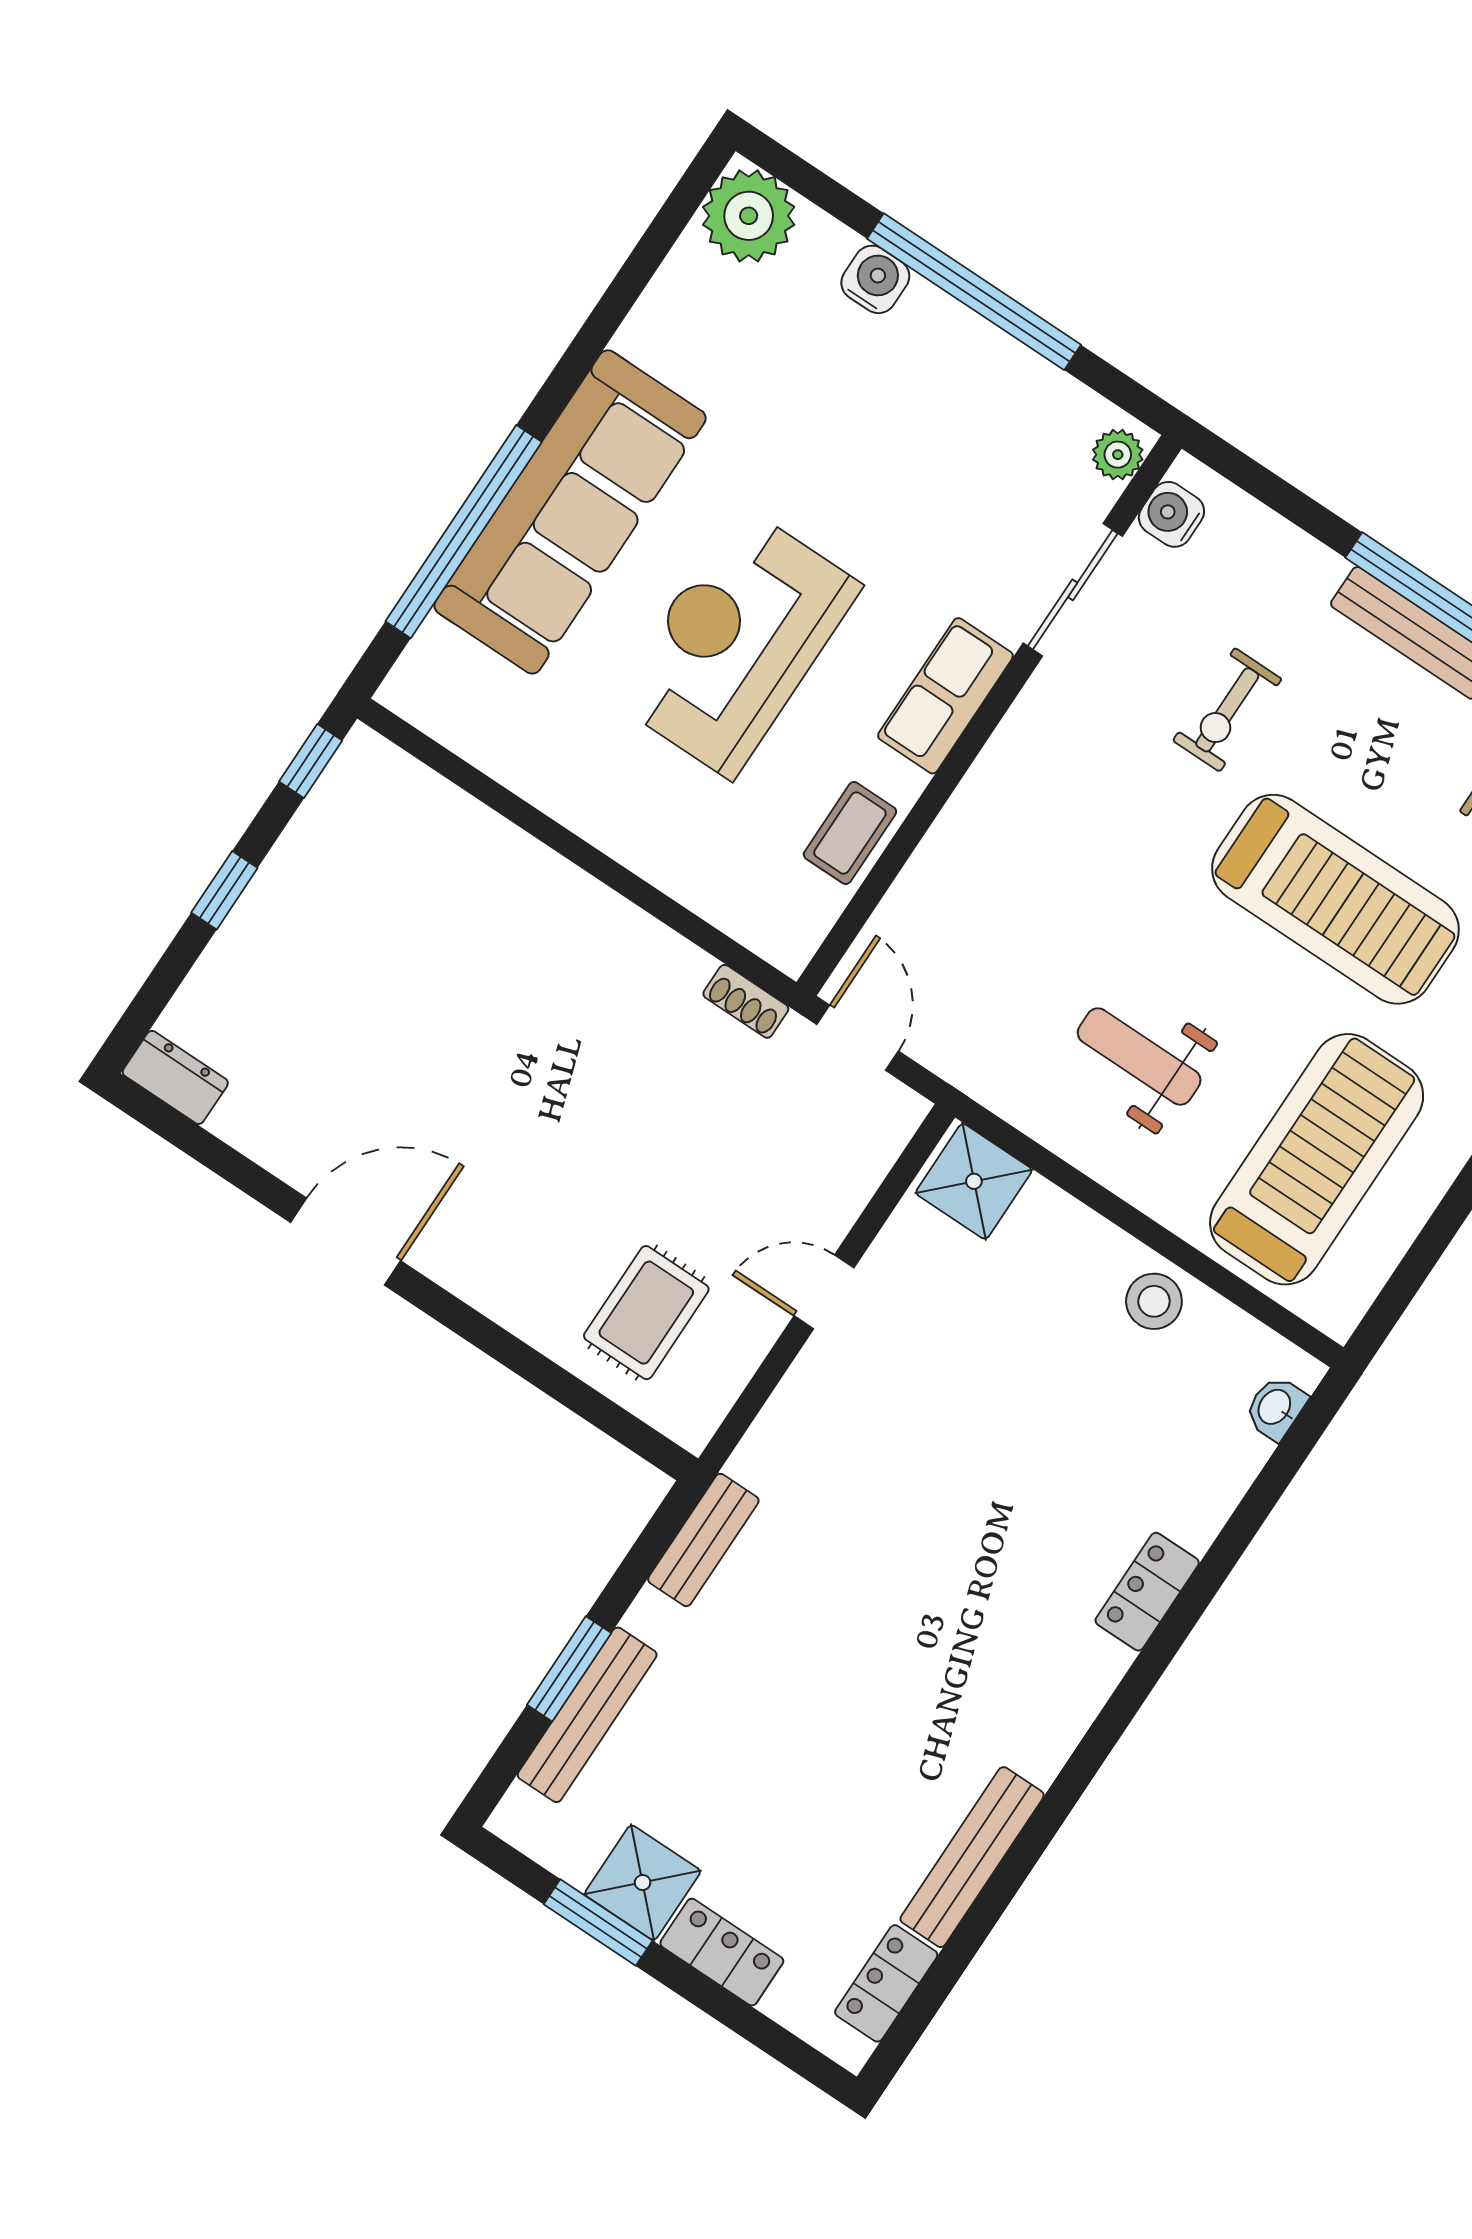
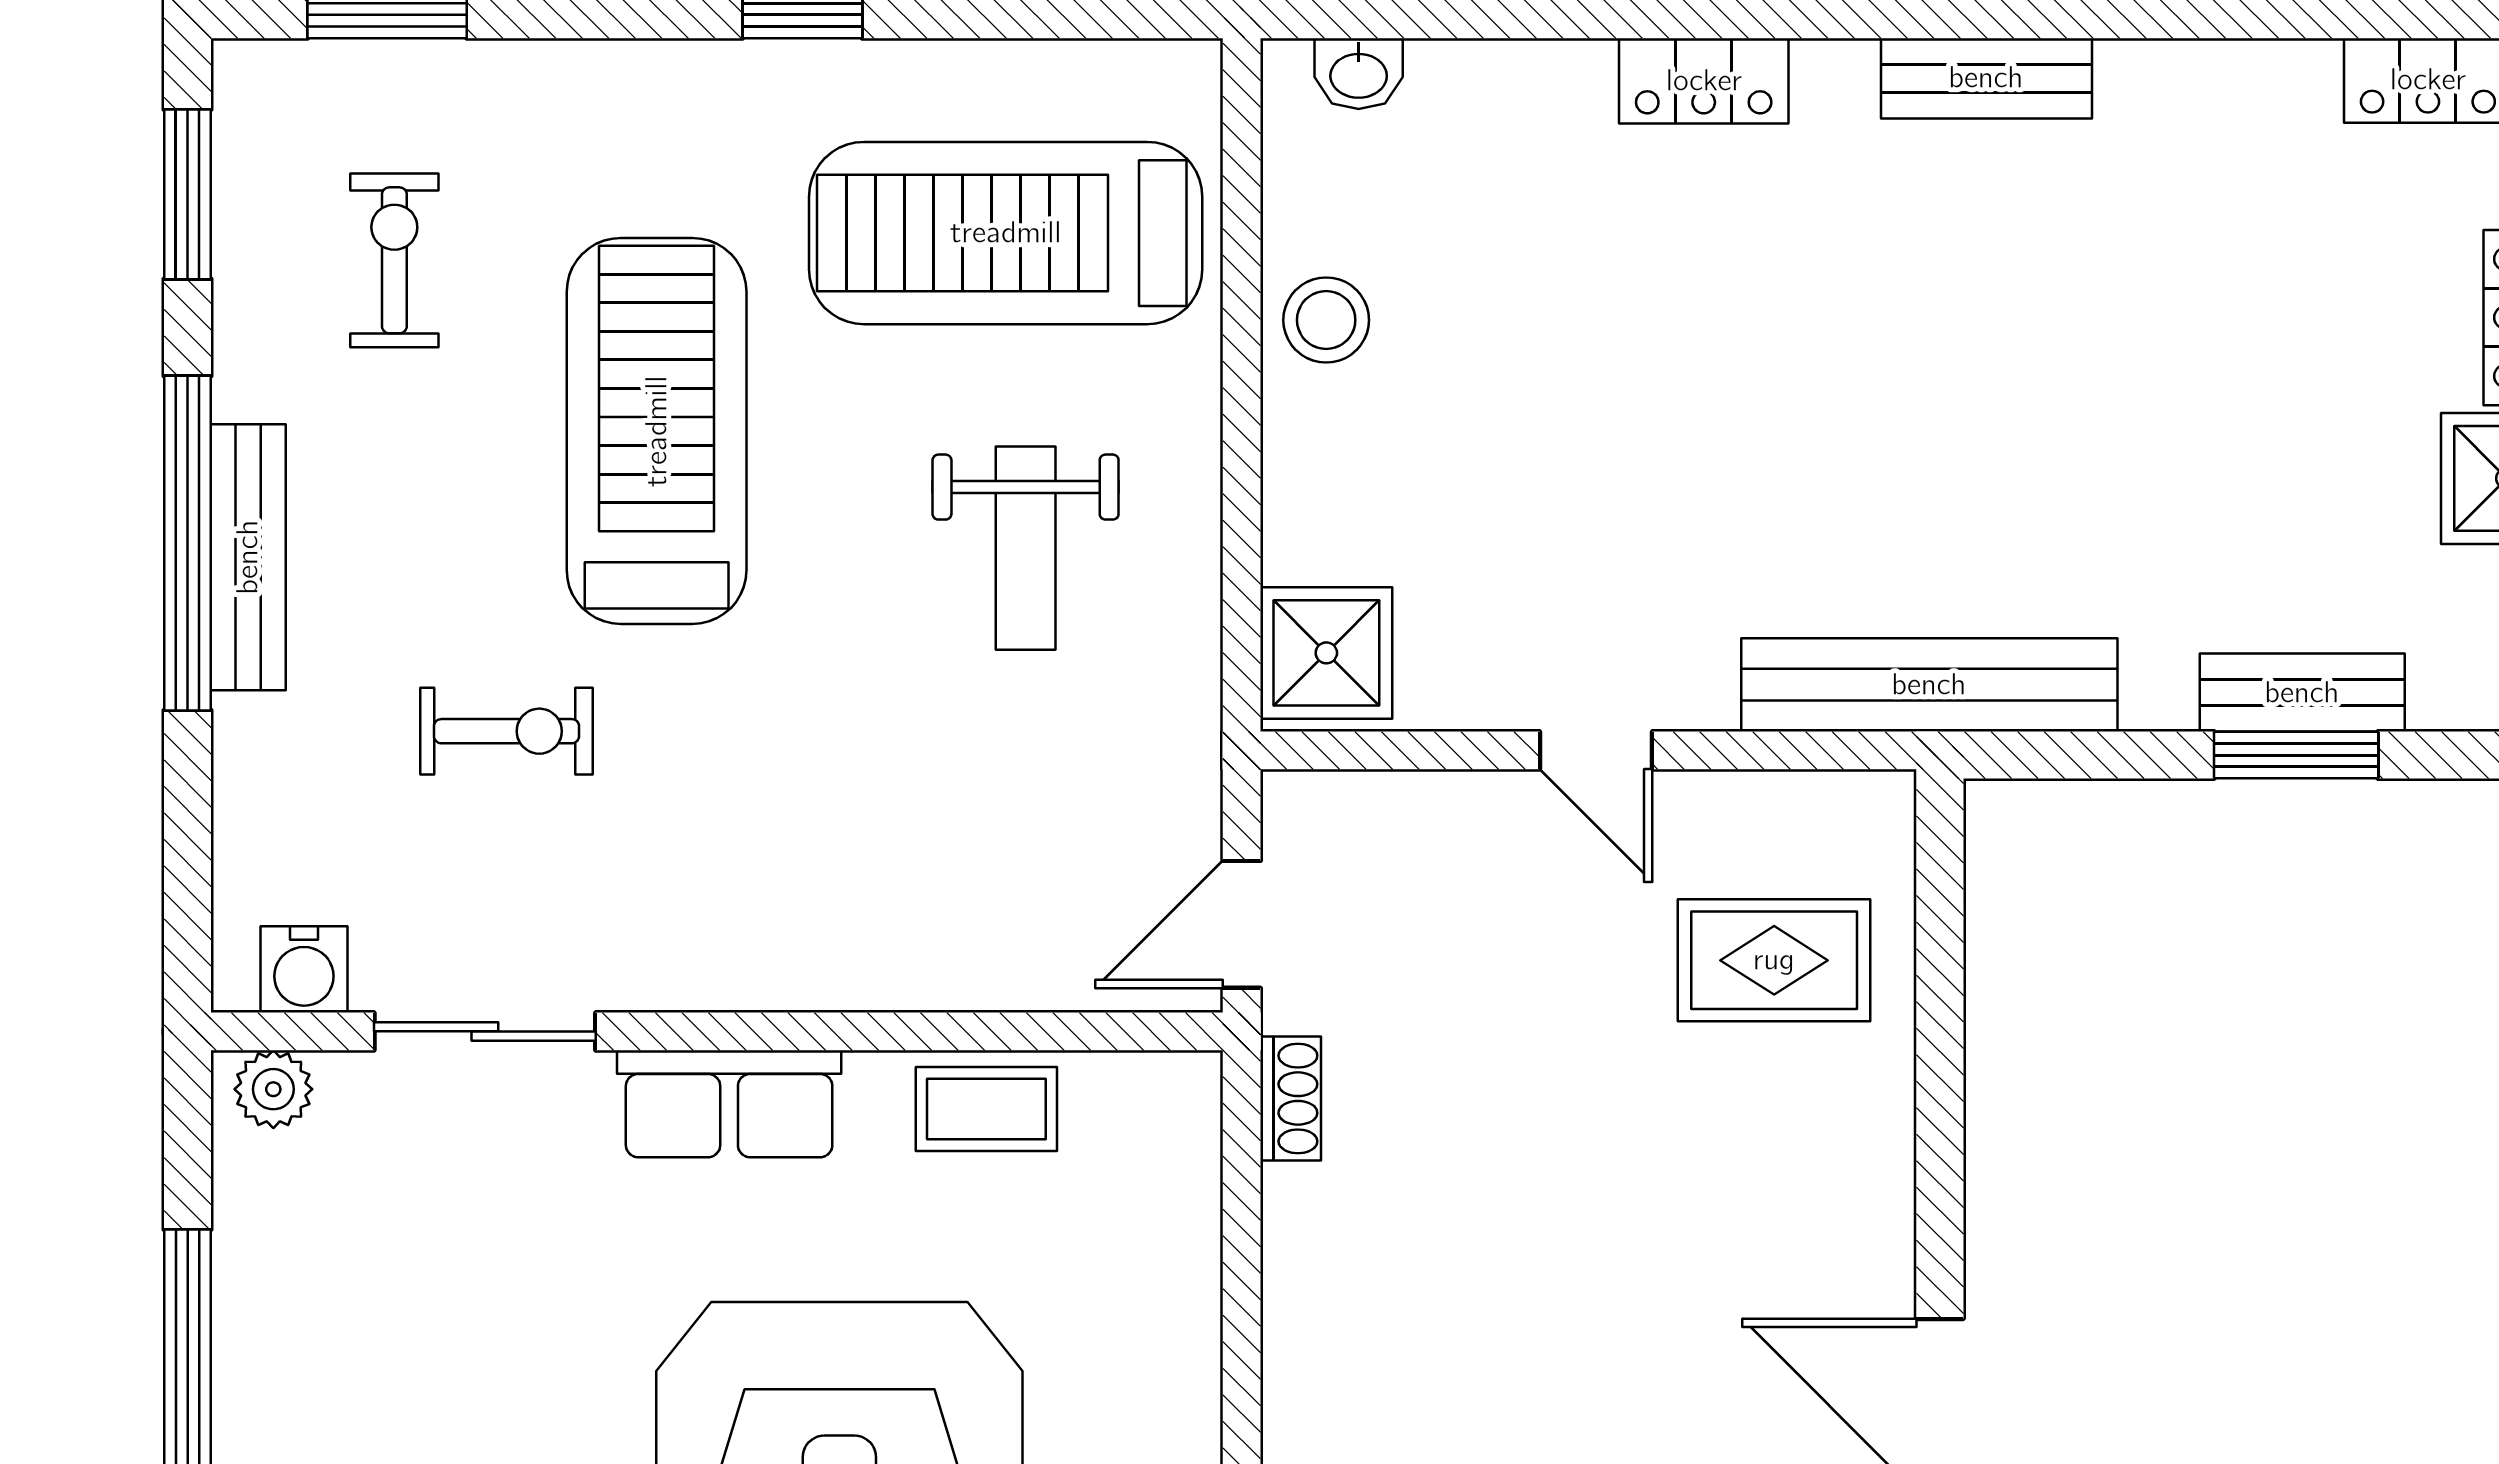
bench: (703, 1540) -> (1929, 685), width x1.86, depth x1.21
bench: (587, 1715) -> (2302, 693), width x0.73
bench: (972, 1857) -> (1986, 78), moved, width x0.73

